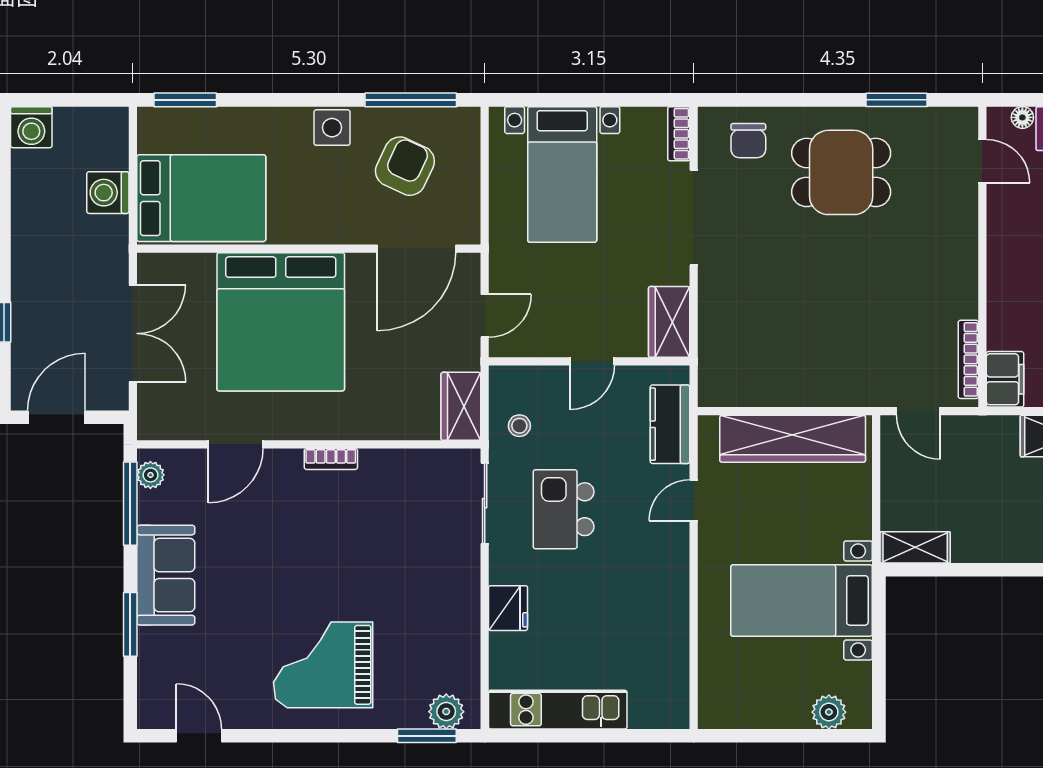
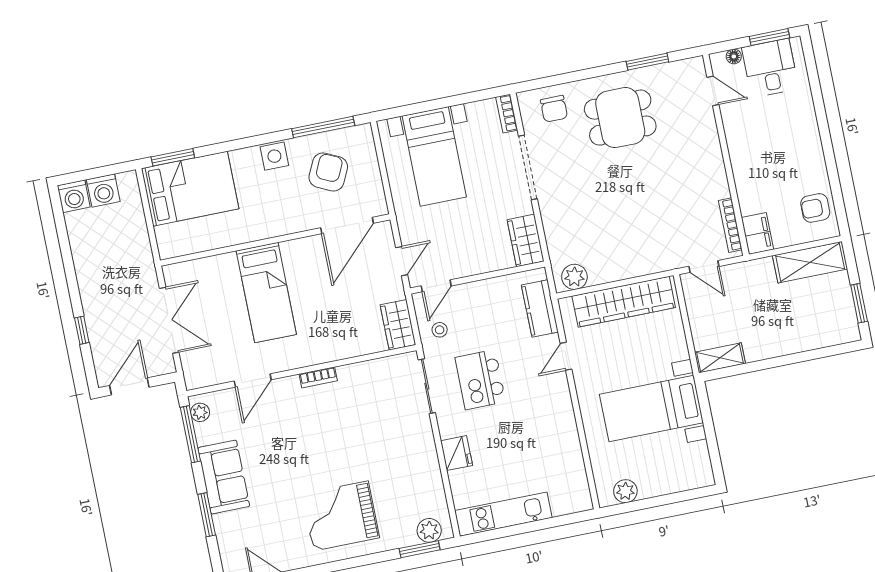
washing machine: (108, 193) -> (103, 191), moved, turned -90
bed: (201, 198) -> (190, 189), moved
bed: (281, 322) -> (266, 293), width x0.49
door: (592, 361) -> (436, 286), moved
plant: (729, 389) -> (574, 277), added
plant: (829, 712) -> (625, 491), moved

